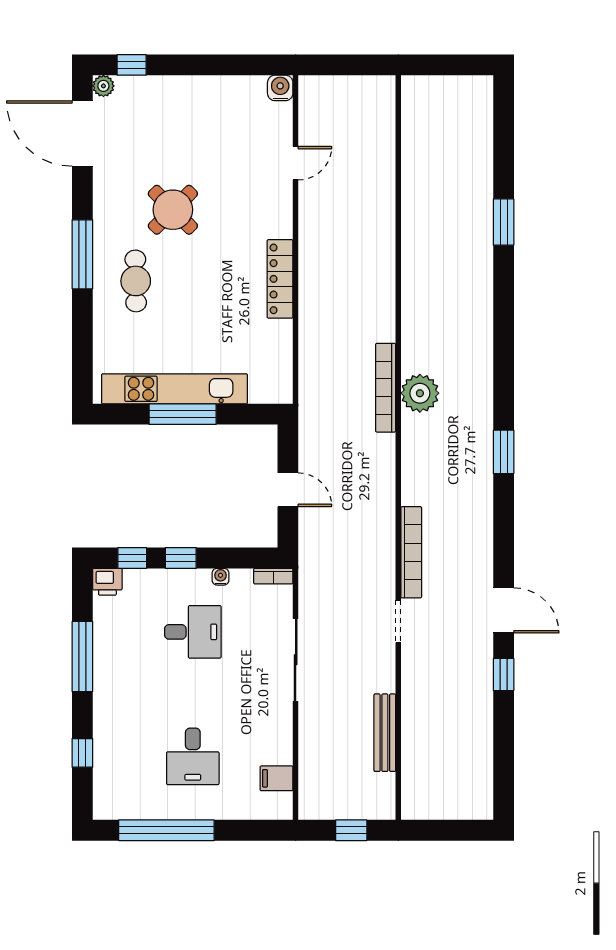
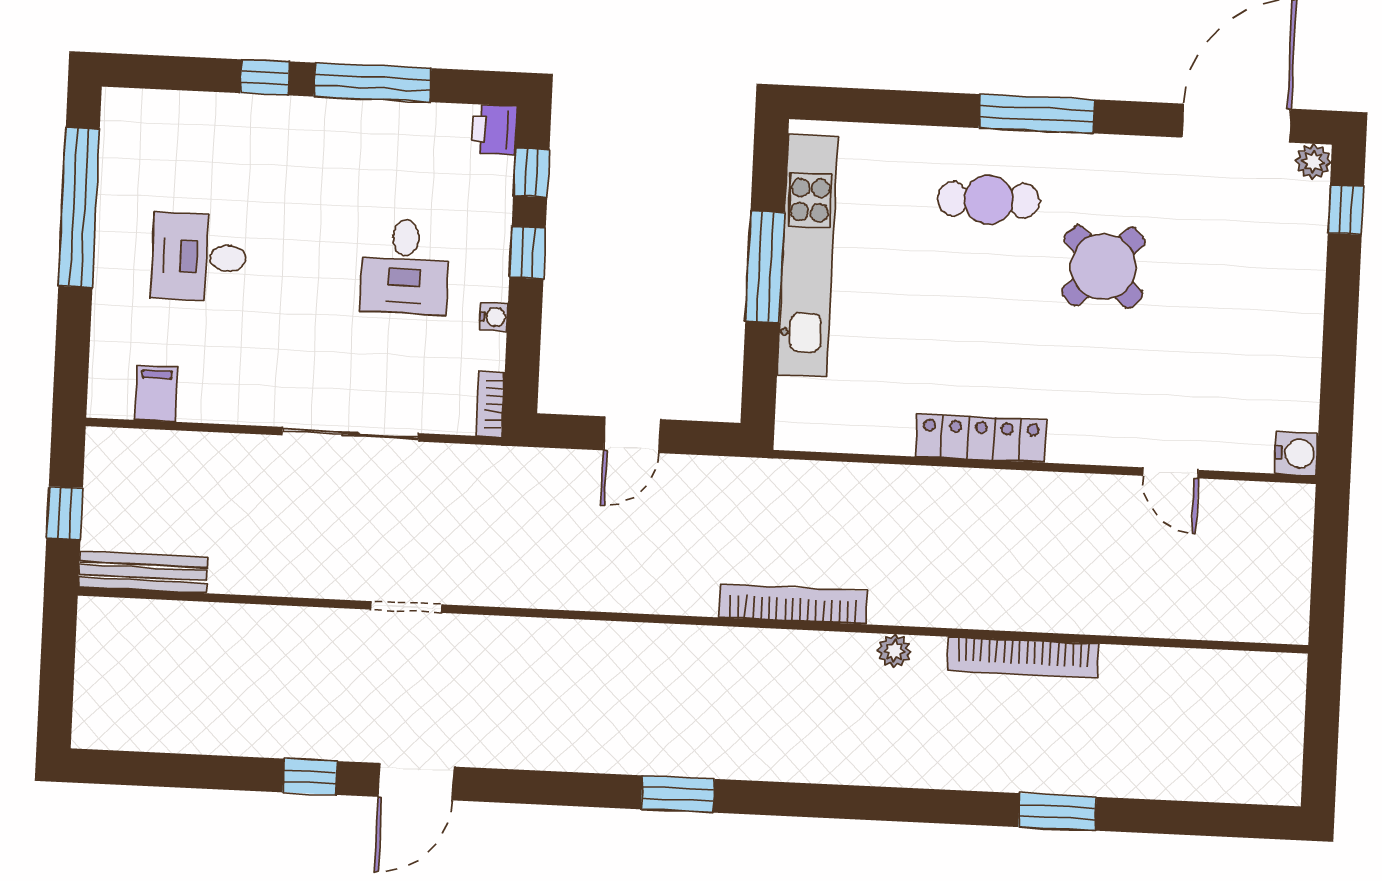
plant: (420, 393) -> (894, 651), moved, width x0.53, depth x0.53
bookcase: (411, 552) -> (1023, 657), moved
bench: (385, 733) -> (143, 572), moved
window: (82, 753) -> (265, 77), moved

